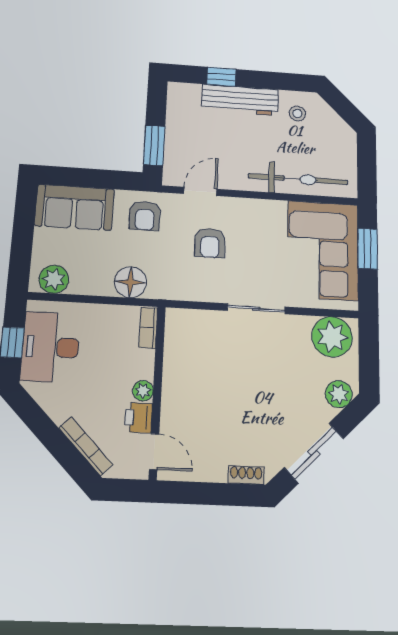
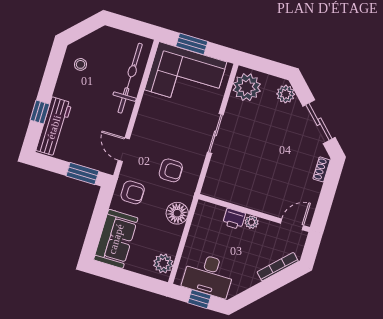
workbench: (240, 100) -> (54, 127), moved
armchair: (210, 243) -> (171, 170), moved
bookcase: (148, 328) -> (211, 209), removed
printer: (139, 418) -> (234, 219), moved

